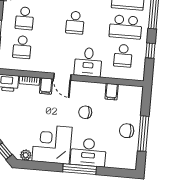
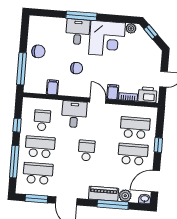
school desk: (25, 18) -> (133, 154), width x1.85
school desk: (22, 47) -> (135, 128), width x1.85
window: (143, 134) -> (22, 69), moved
desk: (88, 152) -> (78, 32), width x0.73

